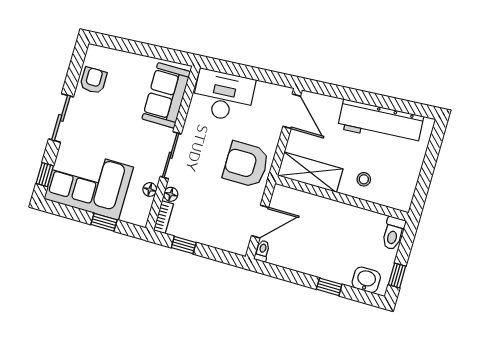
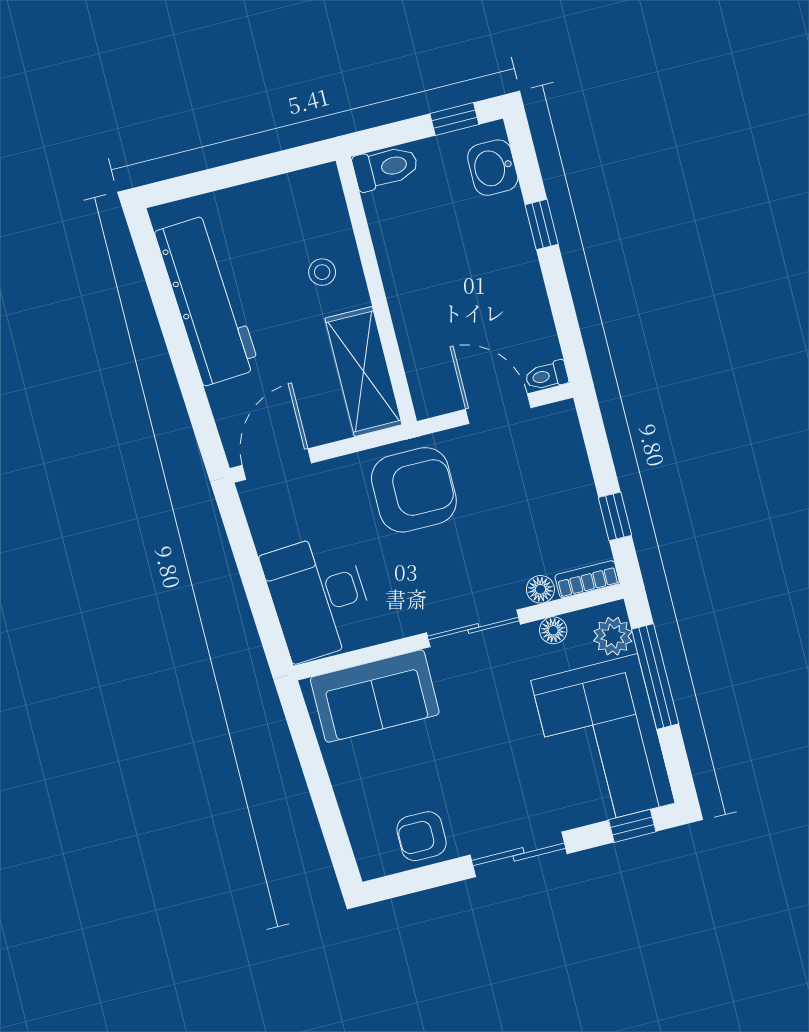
armchair: (246, 164) -> (414, 490), turned -90
plant: (132, 214) -> (613, 636), added
window: (104, 222) -> (655, 676), width x2.17

